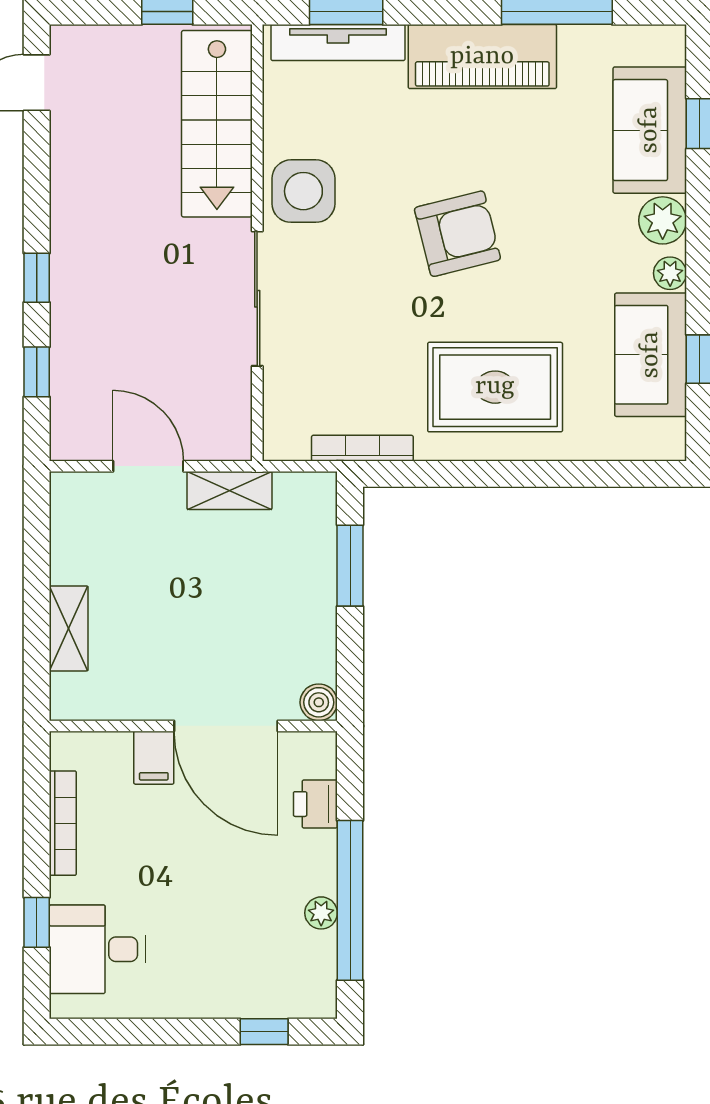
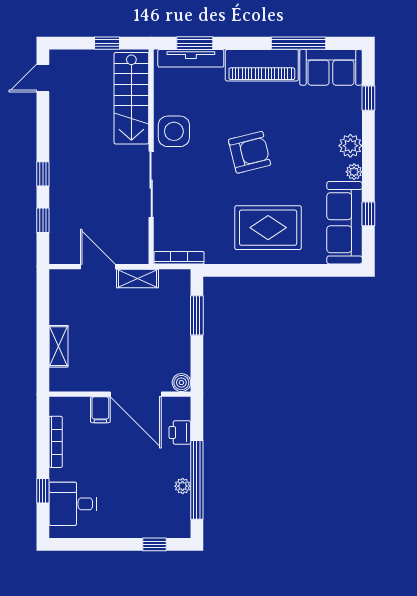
sofa: (650, 130) -> (331, 67), moved, turned -90
sofa: (651, 355) -> (344, 223), width x1.36
bookcase: (362, 448) -> (179, 258), moved

